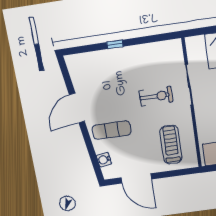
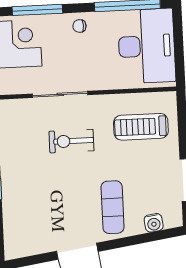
exercise bike: (156, 96) -> (71, 141), turned -90

